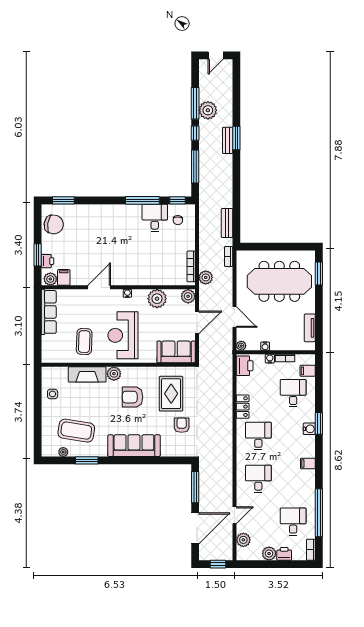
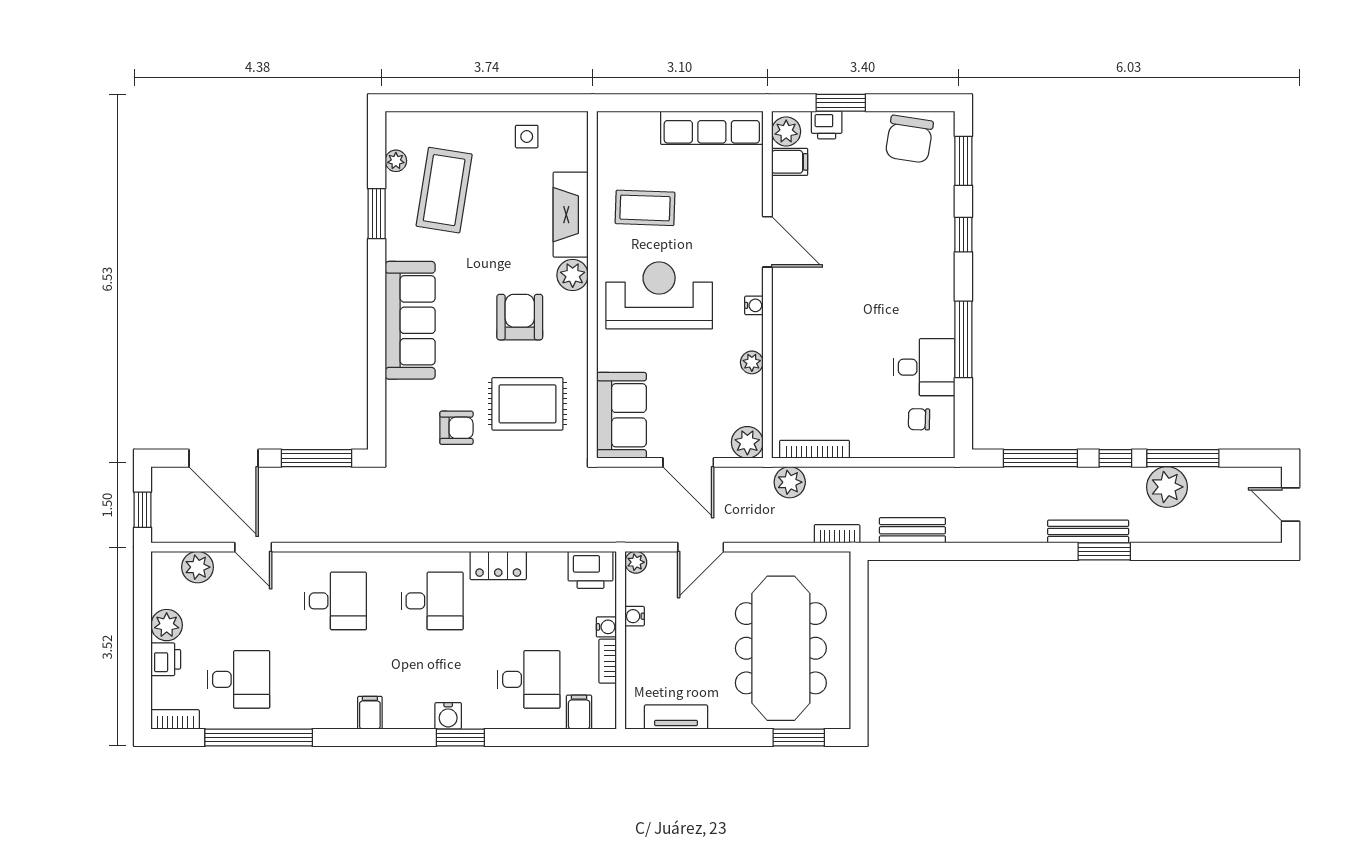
bench: (228, 140) -> (1088, 531), width x1.36
window: (177, 200) -> (963, 235), moved
plant: (157, 299) -> (752, 362), width x0.53, depth x0.53

